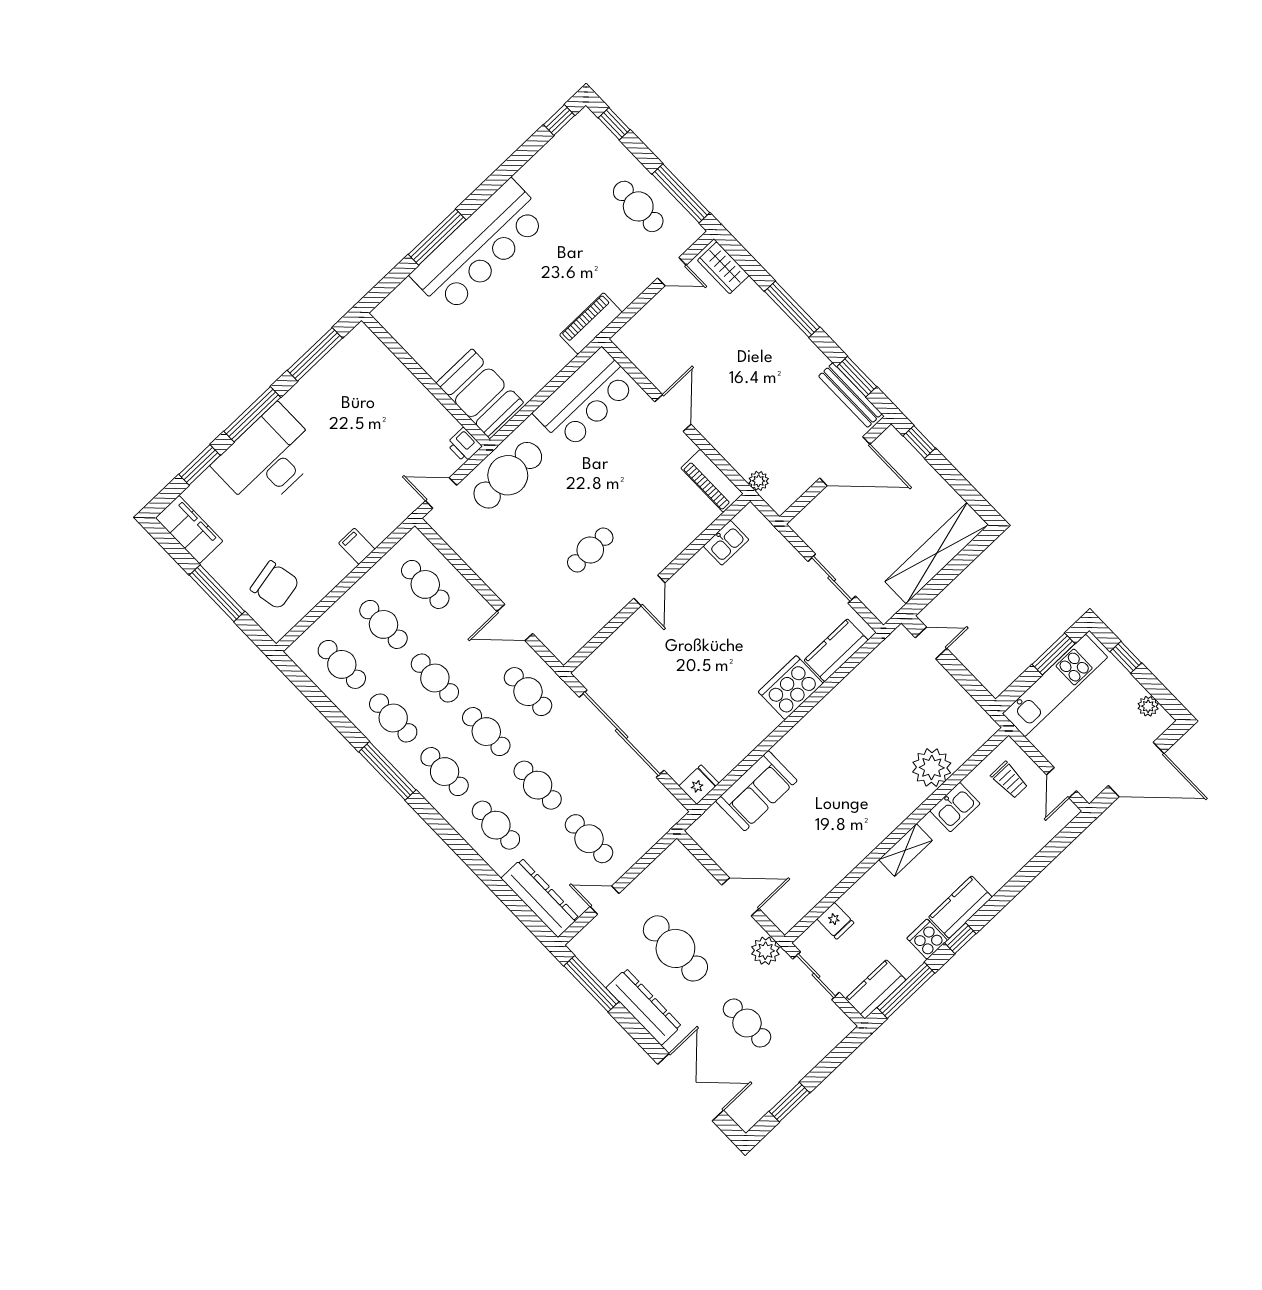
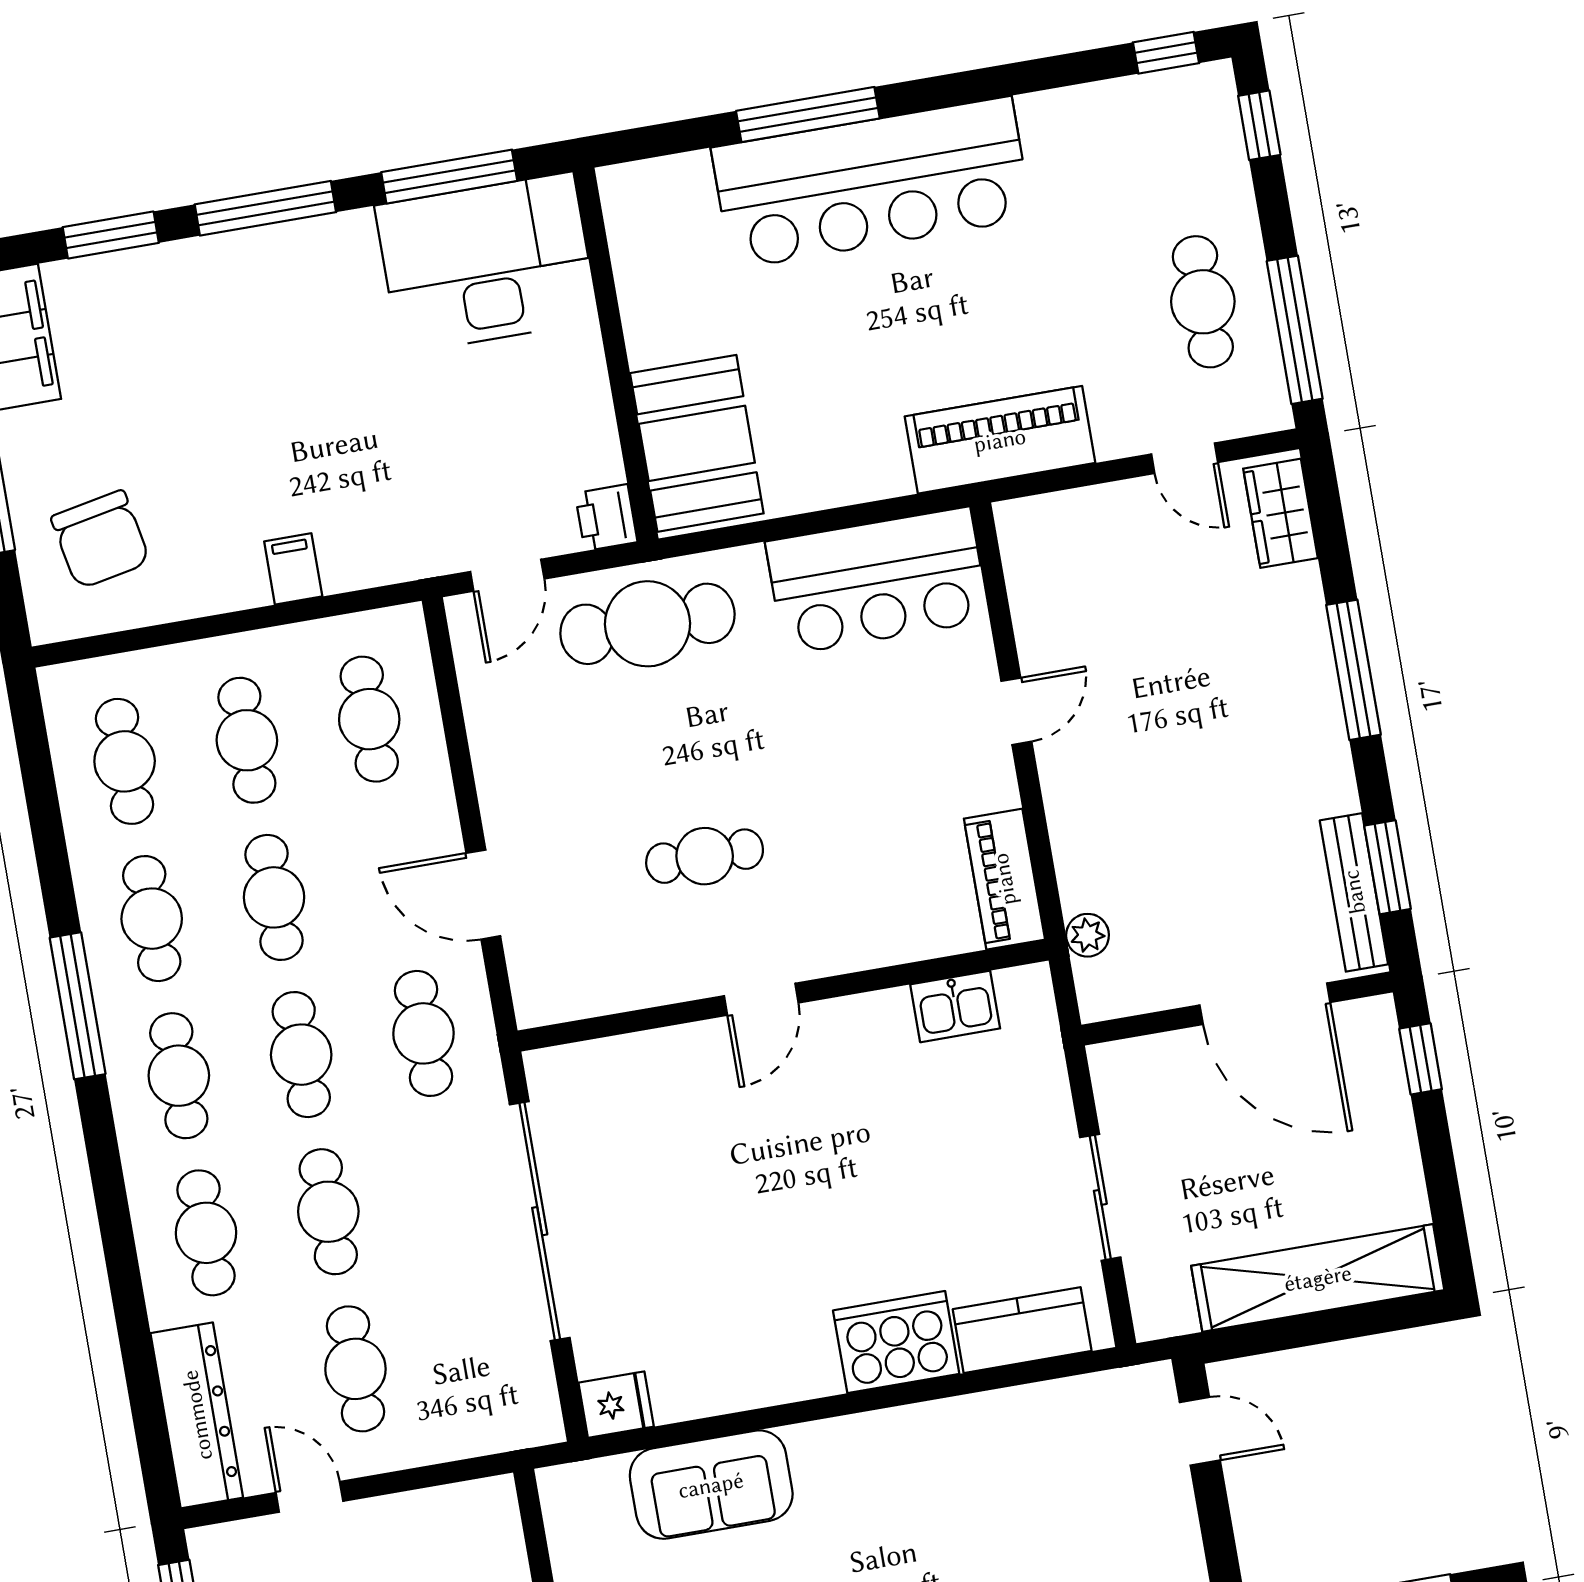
piano: (591, 323) -> (1000, 440), width x1.37, depth x1.33
door: (673, 413) -> (1016, 711), width x0.73
desk: (268, 459) -> (487, 263), moved
door: (441, 493) -> (507, 575), swing flipped

